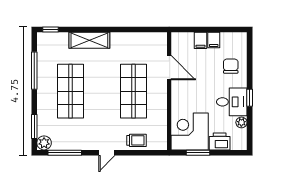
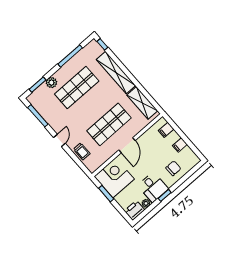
shelving: (89, 40) -> (116, 73), width x1.47
filing cabinet: (201, 40) -> (166, 130), moved
shelving: (141, 41) -> (142, 103), added
door: (169, 68) -> (127, 145), moved
printer: (220, 141) -> (135, 210), moved, turned -90
plant: (44, 143) -> (51, 83), moved
door: (107, 153) -> (59, 140), swing flipped

